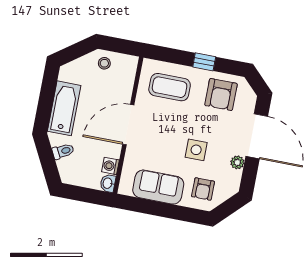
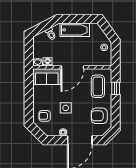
window: (204, 62) -> (116, 88), moved
door: (128, 125) -> (72, 67), swing flipped
sofa: (158, 187) -> (47, 77), moved, turned 90

